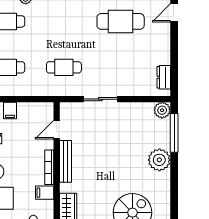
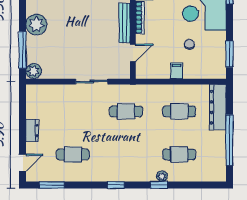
cafe table: (121, 21) -> (73, 154), width x0.73, depth x0.74
dresser: (164, 77) -> (32, 131), moved

